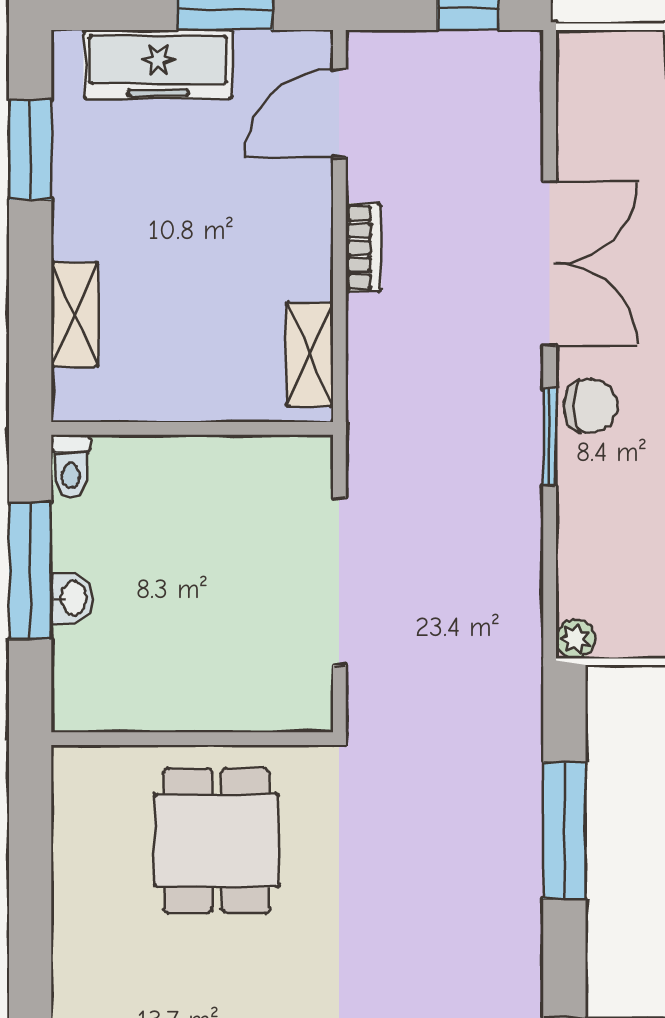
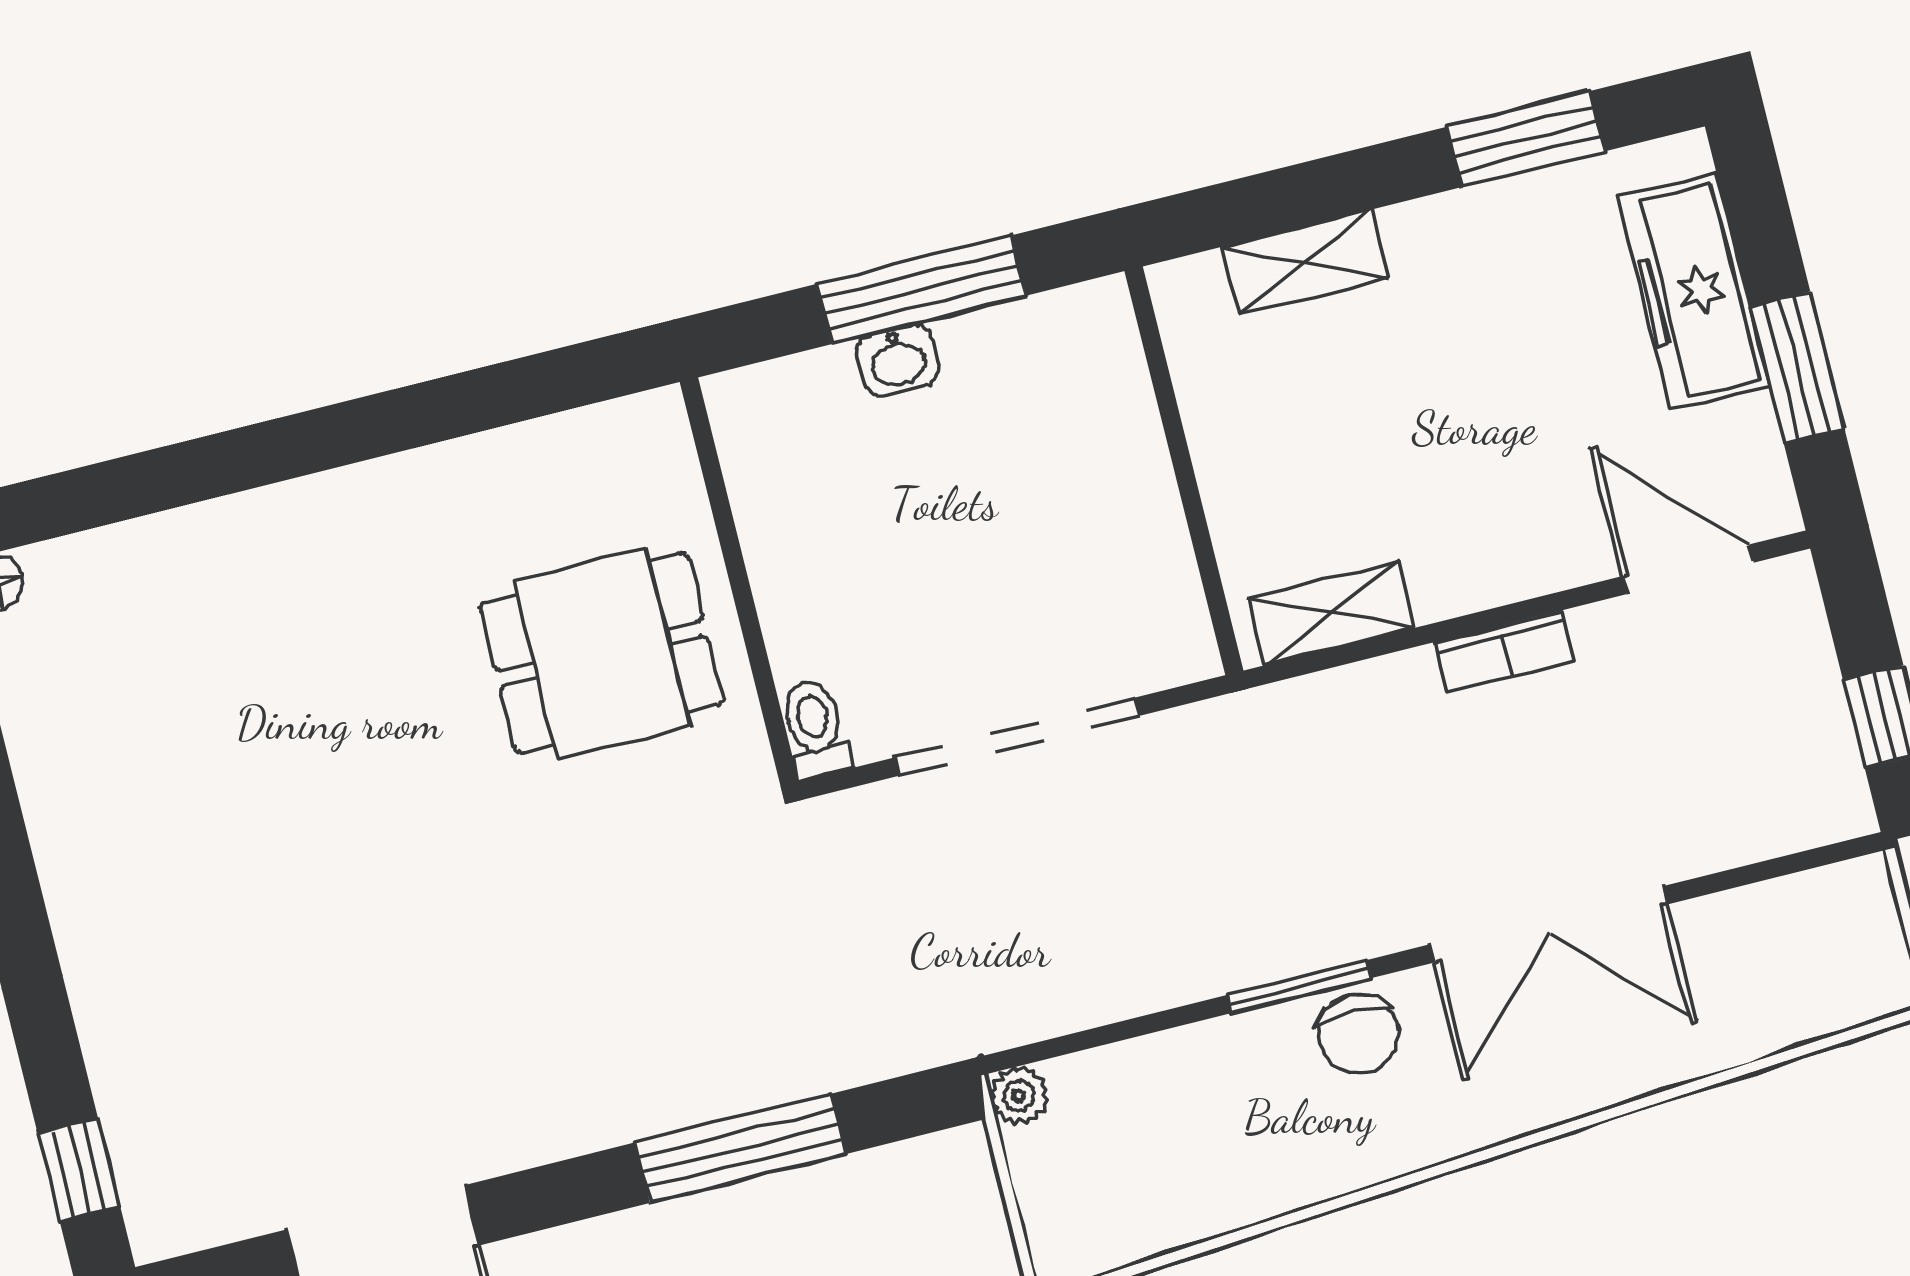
toilet: (71, 467) -> (815, 729), moved, turned 90

